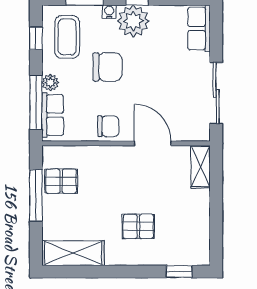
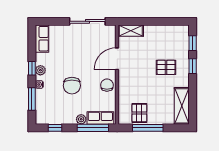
plant: (133, 21) -> (40, 70), width x0.53, depth x0.53
row of seats: (199, 28) -> (42, 39), moved, turned -90
coffee table: (67, 37) -> (54, 109), removed
chair: (107, 67) -> (72, 86), turned 180
pallet: (138, 226) -> (166, 67), turned 90
window: (140, 272) -> (193, 66), added

